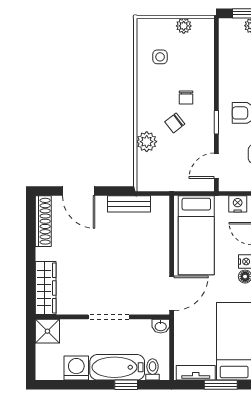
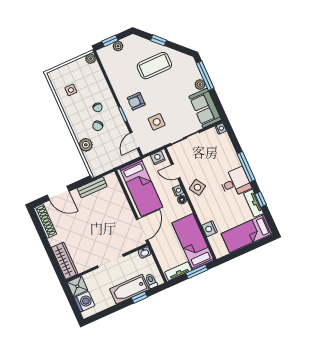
plant: (184, 26) -> (91, 59), moved
washing machine: (76, 368) -> (84, 302), moved, turned 90

